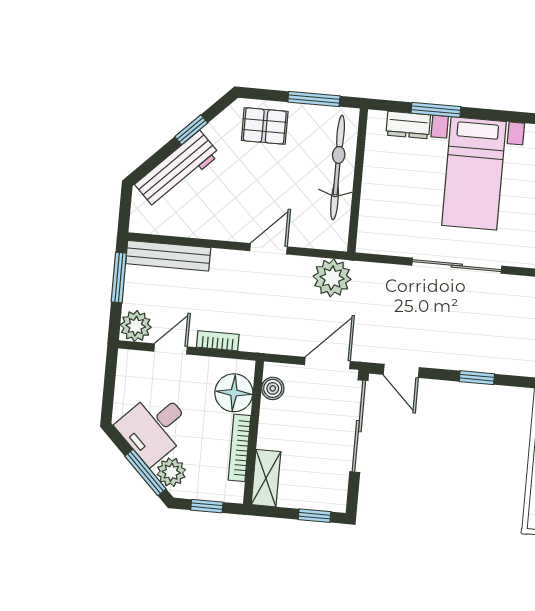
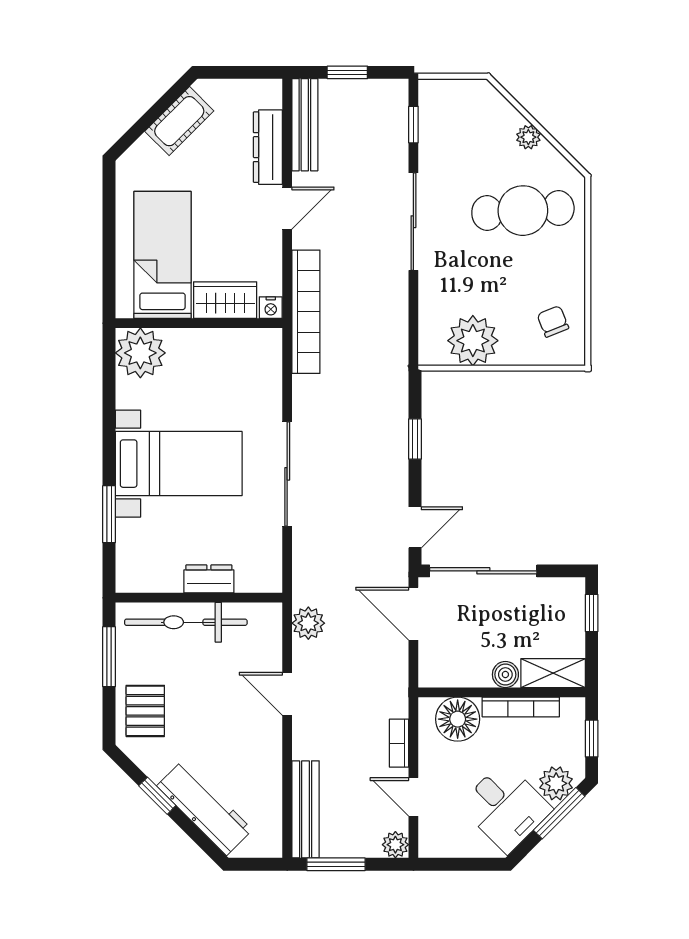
dresser: (408, 125) -> (209, 579), moved, turned -90
plant: (332, 278) -> (308, 623), width x0.73, depth x0.73
plant: (136, 326) -> (395, 845), width x0.73, depth x0.73
boiler: (273, 388) -> (505, 675), moved

